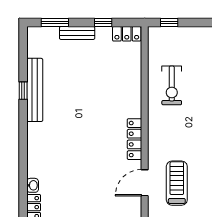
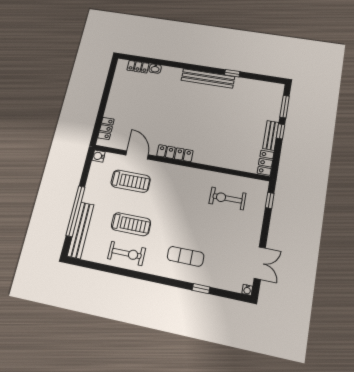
window: (103, 23) -> (281, 131), moved
bench: (77, 33) -> (271, 135), moved
exercise bike: (172, 85) -> (227, 198), moved
bench: (35, 90) -> (208, 78), moved

